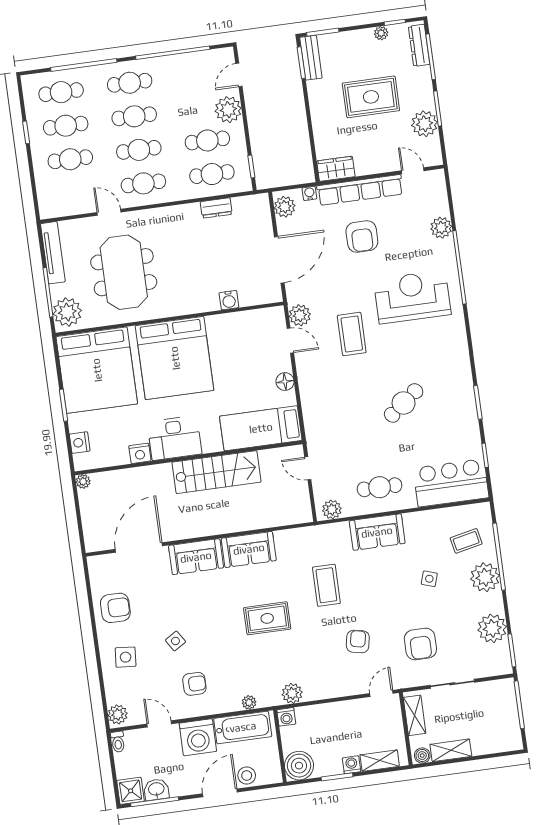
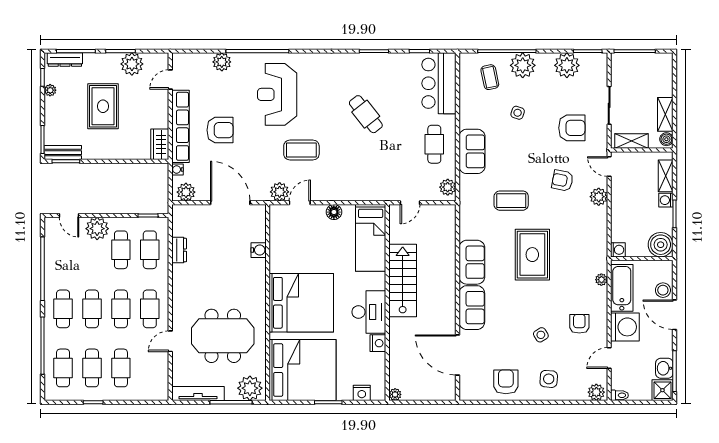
rug: (267, 618) -> (532, 255), width x1.36, depth x1.43
plant: (292, 693) -> (599, 197), moved

